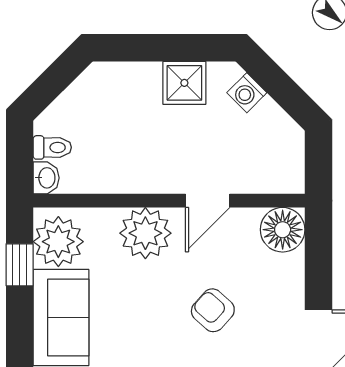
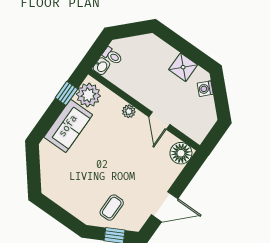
door: (208, 201) -> (159, 121), hinge flipped
plant: (145, 233) -> (129, 111), width x0.53, depth x0.53
armchair: (213, 310) -> (131, 166), removed

